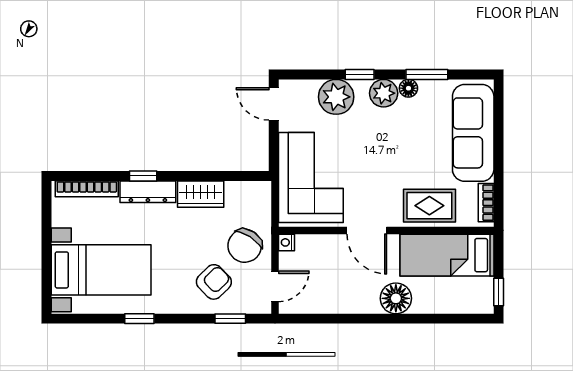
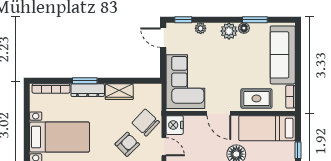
window: (360, 74) -> (183, 20), moved
plant: (336, 97) -> (201, 28), width x0.53, depth x0.53
window: (143, 176) -> (85, 81), width x1.50
nightstand: (287, 242) -> (175, 125), width x1.89, depth x1.79
chair: (245, 246) -> (146, 123), turned 100
door: (275, 286) -> (164, 147), hinge flipped

